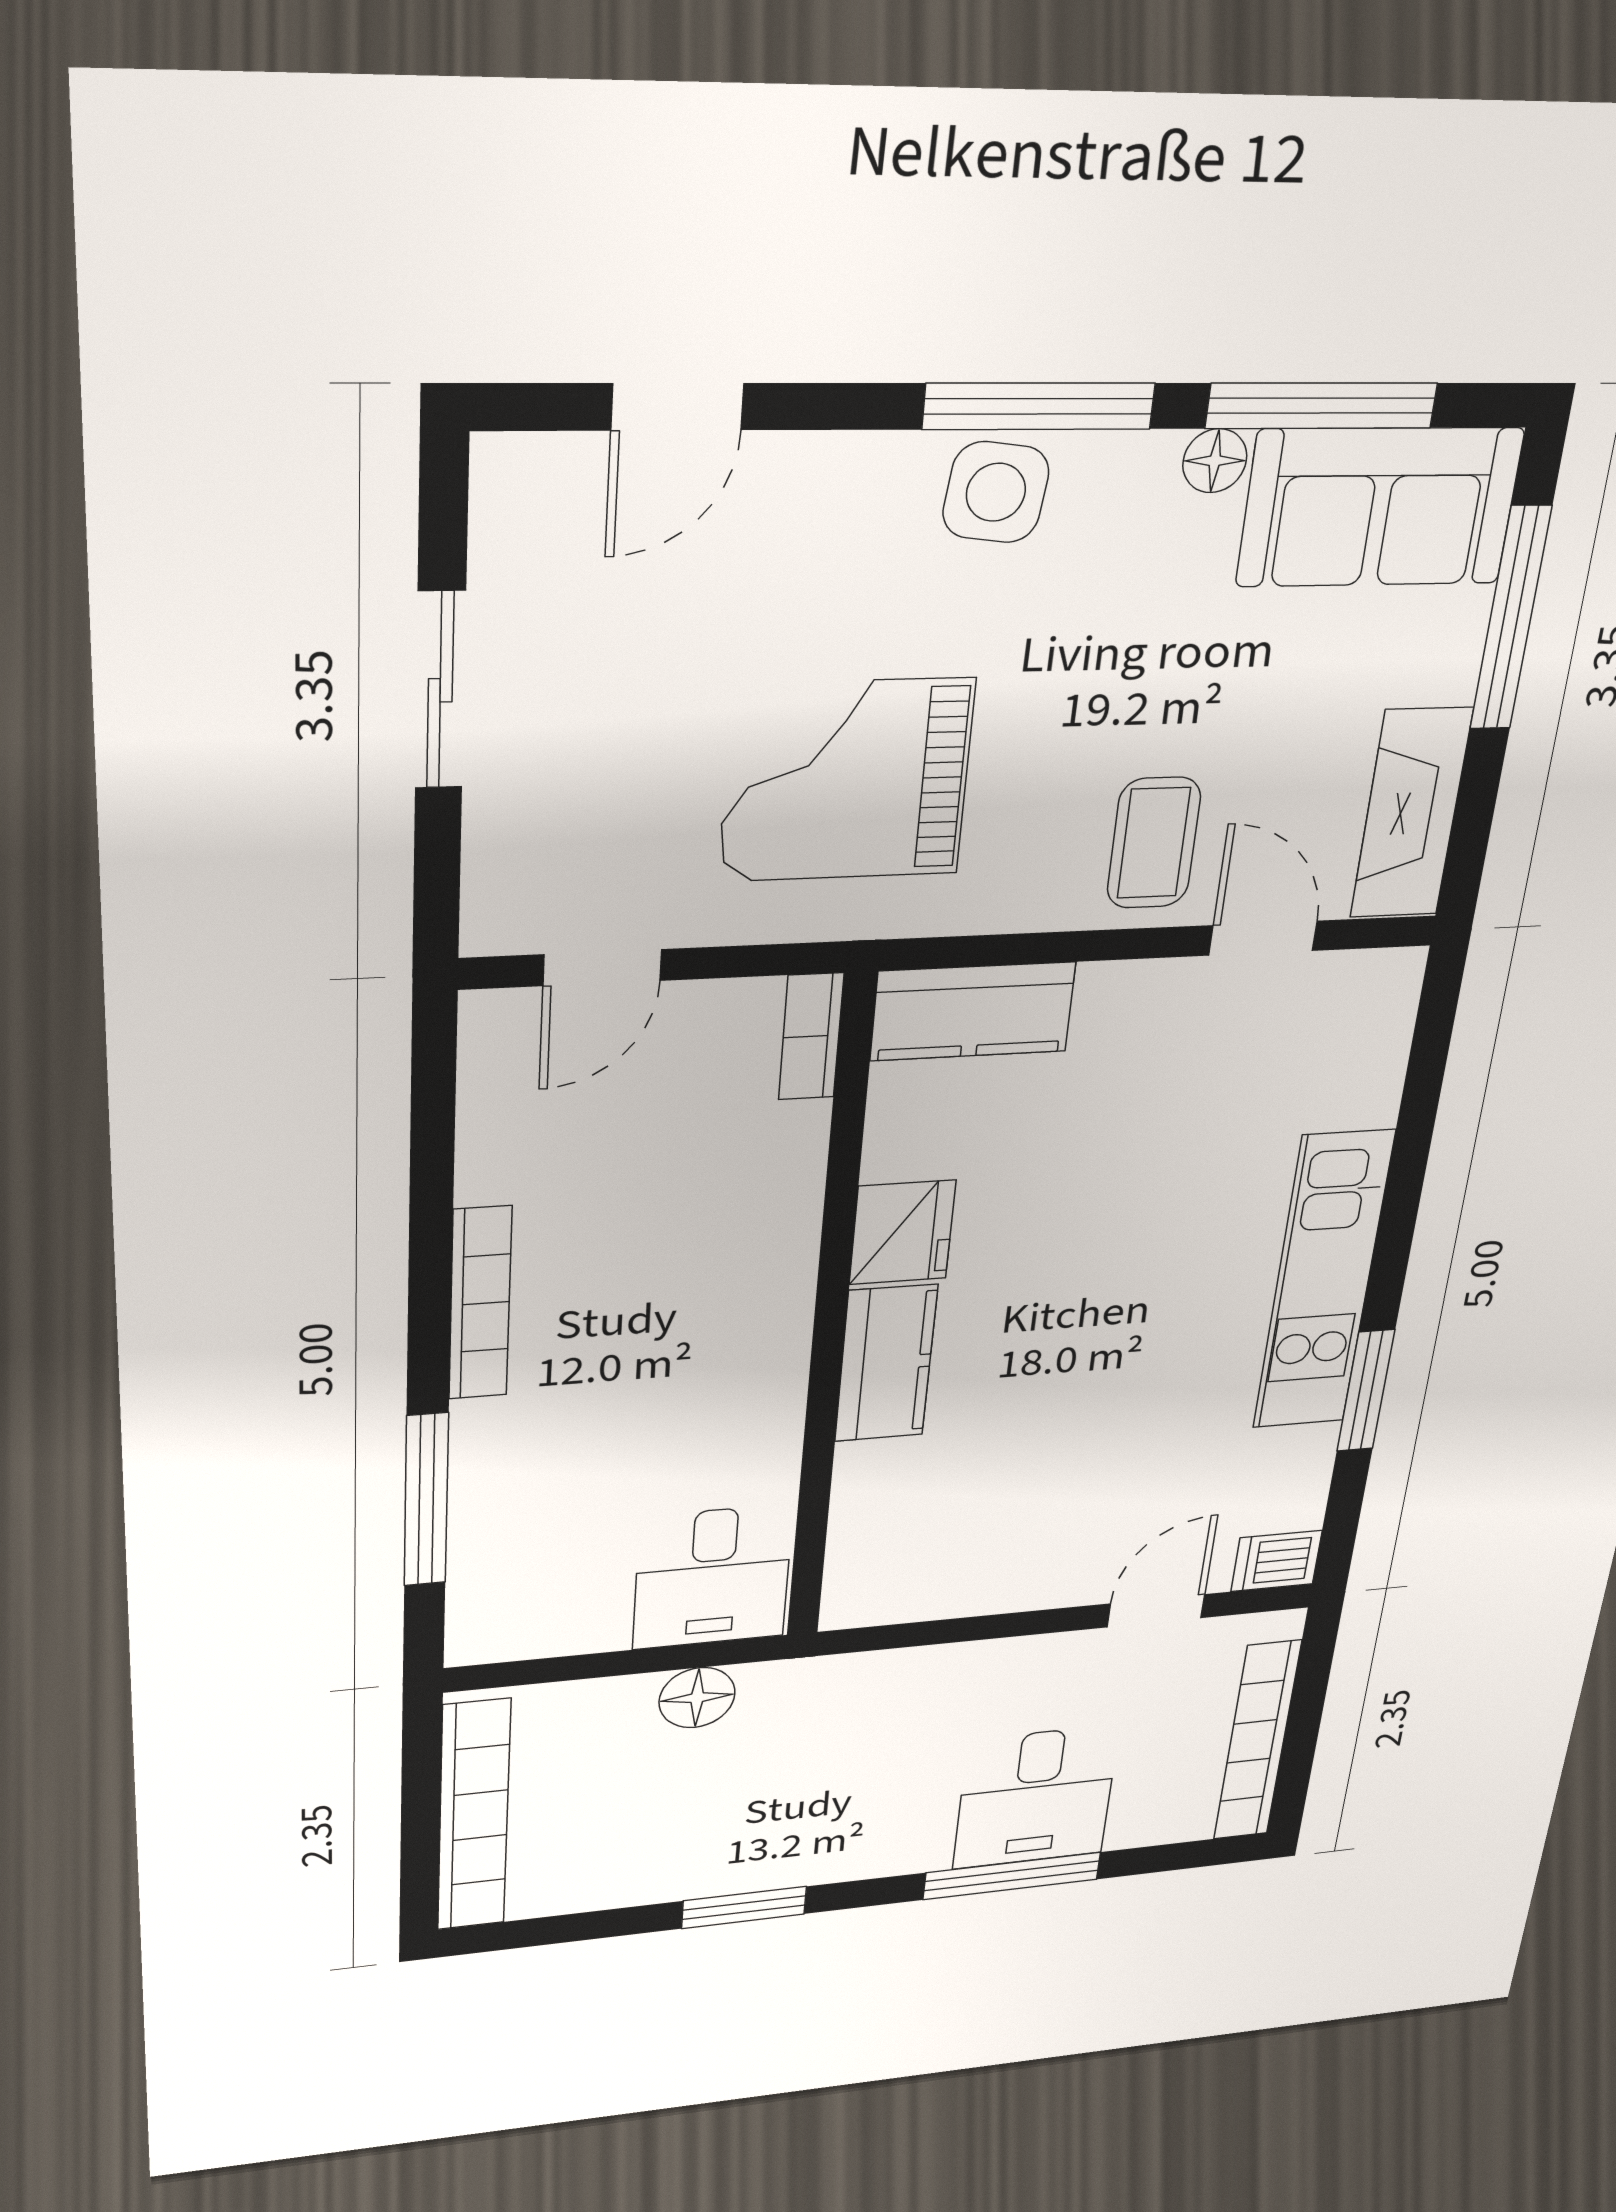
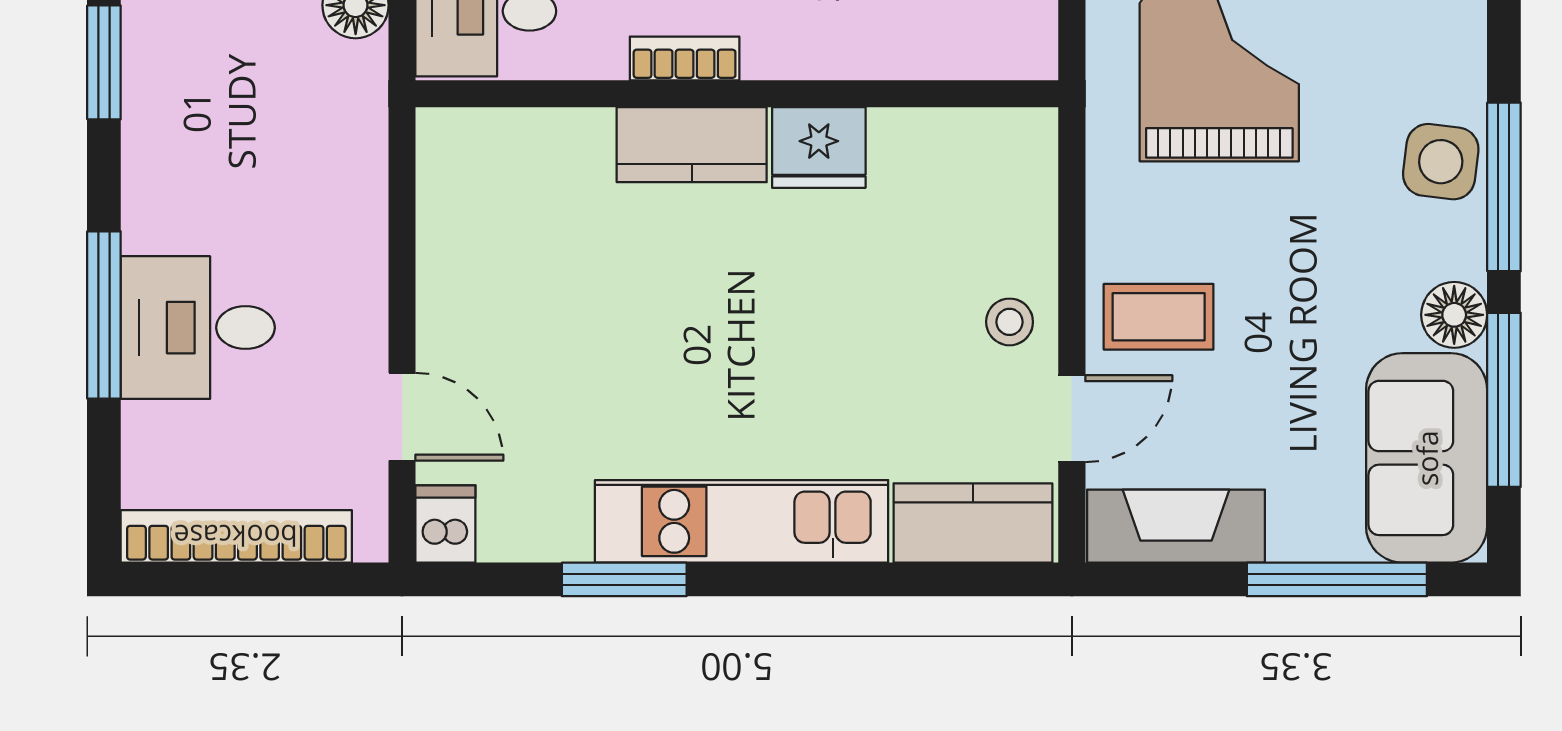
floor lamp: (1215, 461) -> (1454, 315), width x1.37, depth x1.37
kitchen counter: (973, 1011) -> (973, 523), moved, turned 90
stool: (1137, 1014) -> (1010, 322), added
bookcase: (811, 1037) -> (685, 59), moved

